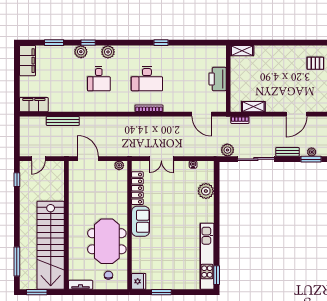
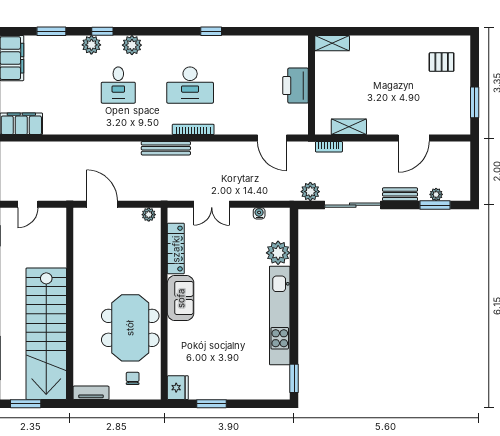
bench: (63, 121) -> (166, 148), moved
kitchen unit: (207, 256) -> (280, 315), moved

